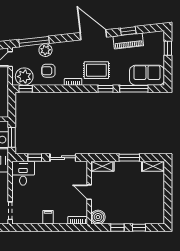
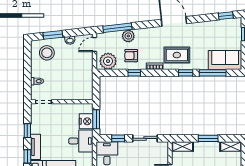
window: (128, 31) -> (226, 16), moved
piano: (128, 41) -> (207, 27), removed
window: (26, 89) -> (134, 73), moved

